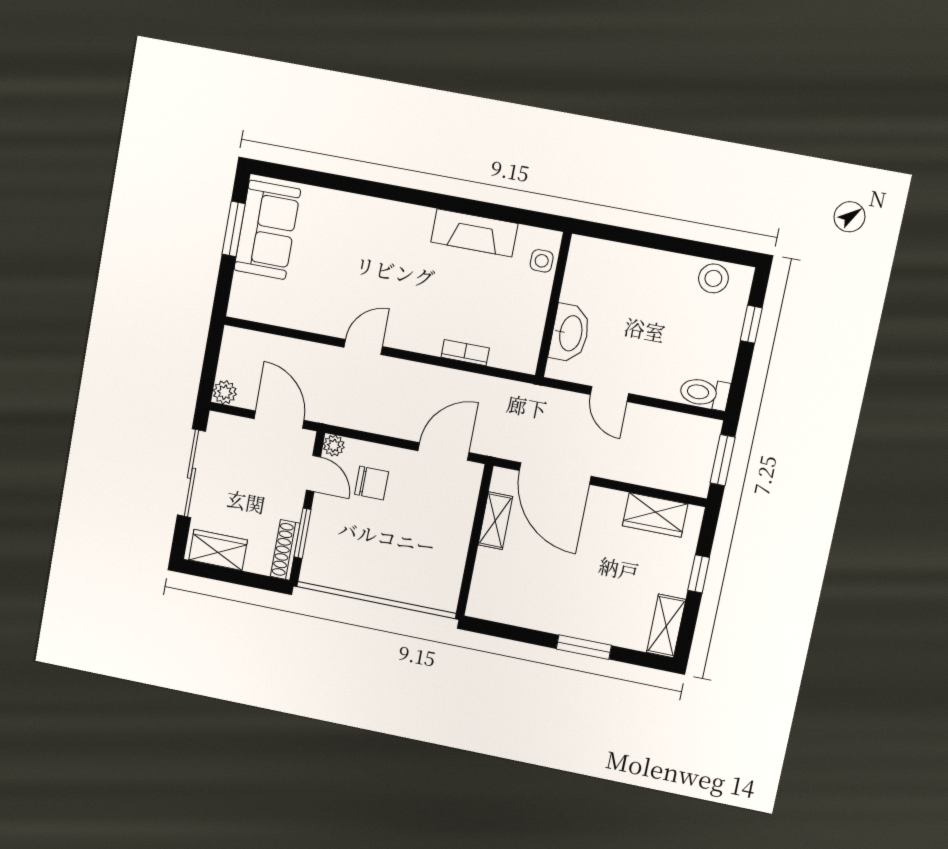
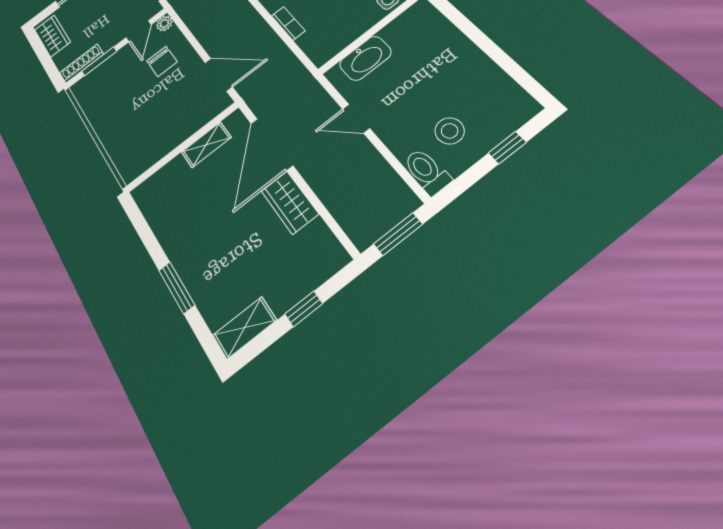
stool: (713, 278) -> (450, 131), moved
door: (609, 394) -> (356, 119), hinge flipped
wardrobe: (655, 515) -> (290, 202), moved

